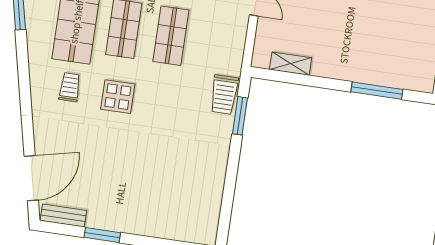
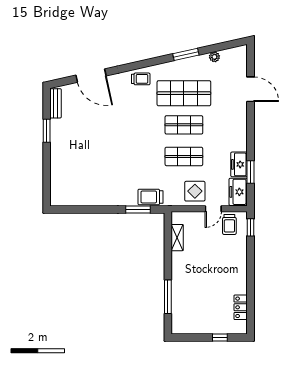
trolley: (70, 87) -> (141, 79), moved
display table: (118, 97) -> (195, 191), moved
door: (31, 178) -> (91, 76), moved

